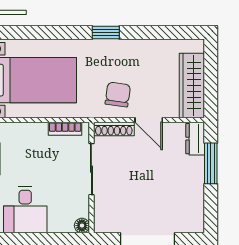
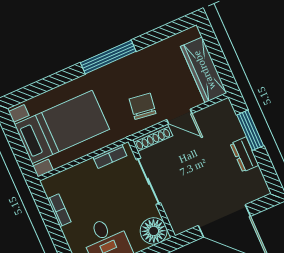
window: (106, 33) -> (108, 57), width x2.17
dresser: (195, 139) -> (245, 155), moved
floor lamp: (82, 226) -> (154, 231), width x1.89, depth x1.89

